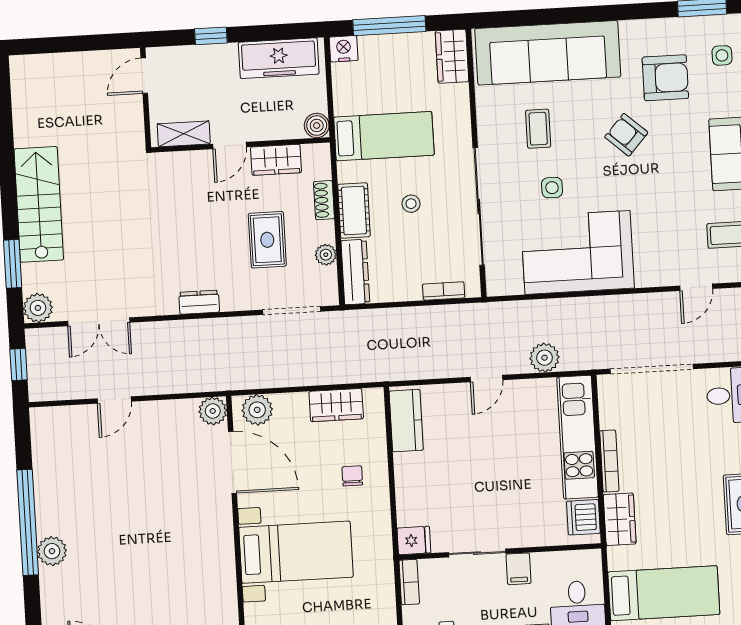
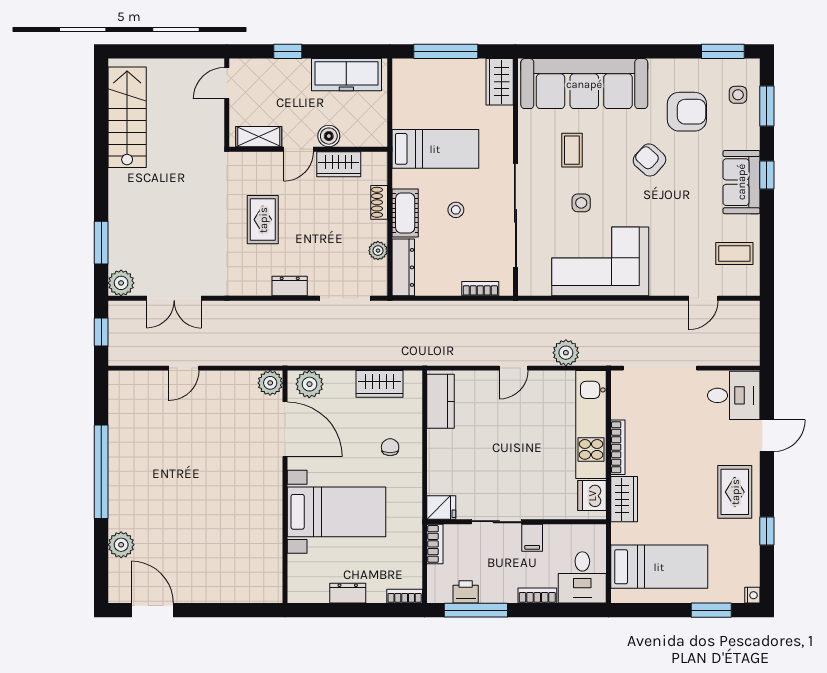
nightstand: (344, 49) -> (404, 70), removed
boiler: (317, 125) -> (329, 136), moved
stairs: (39, 204) -> (127, 117), moved
rug: (267, 240) -> (263, 220), moved
dresser: (199, 302) -> (290, 286), moved
plant: (52, 551) -> (121, 545), moved

